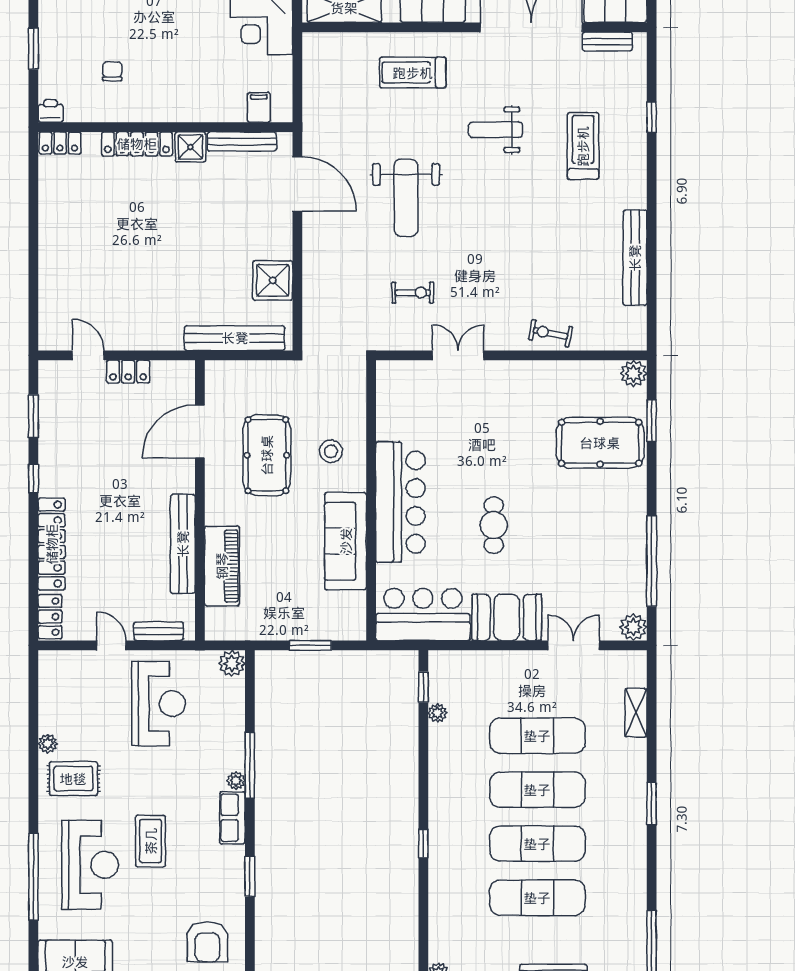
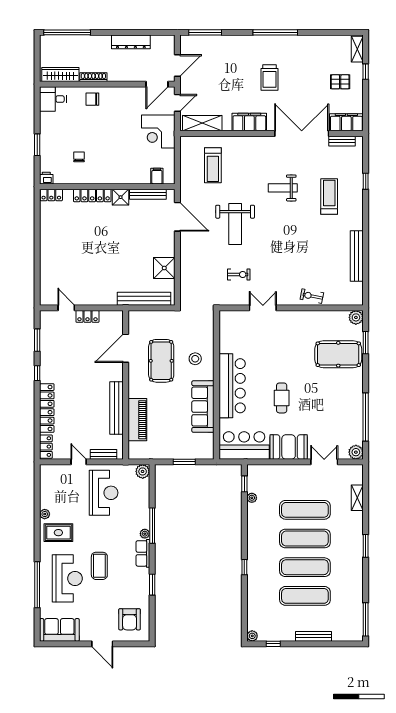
treadmill: (413, 73) -> (213, 165), moved, turned -90

